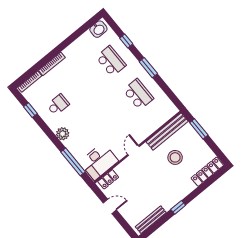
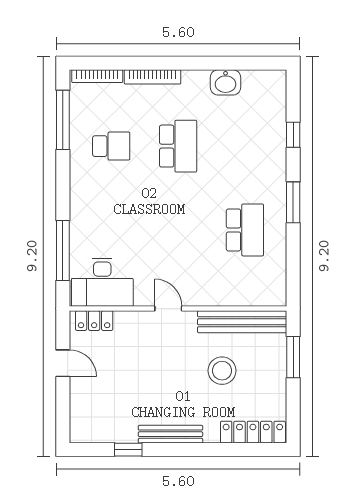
washbasin: (98, 29) -> (226, 82), moved
school desk: (111, 61) -> (178, 146), moved
window: (30, 110) -> (63, 120), width x2.17
plant: (63, 134) -> (82, 195), removed
door: (134, 150) -> (168, 309), hinge flipped
window: (178, 207) -> (128, 450), moved
bench: (151, 220) -> (170, 434), moved

